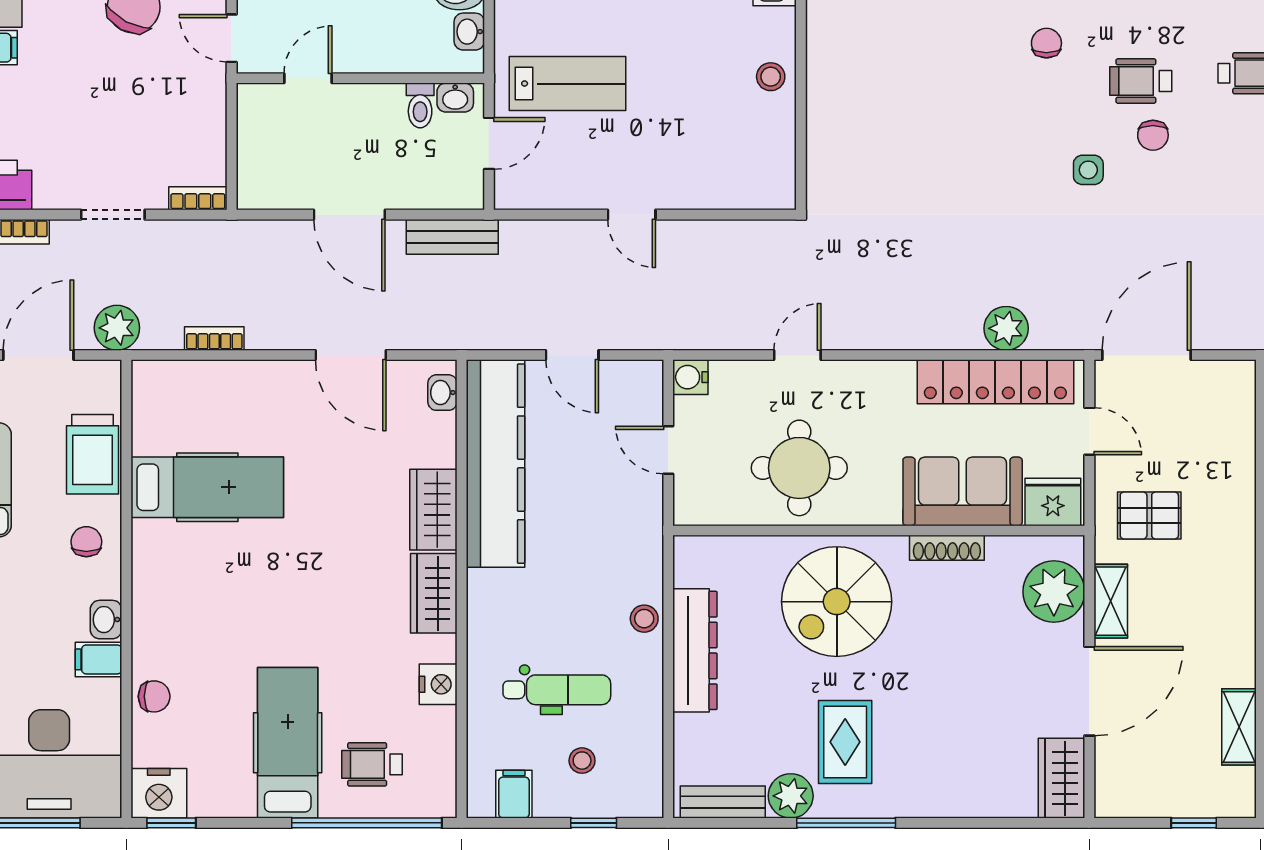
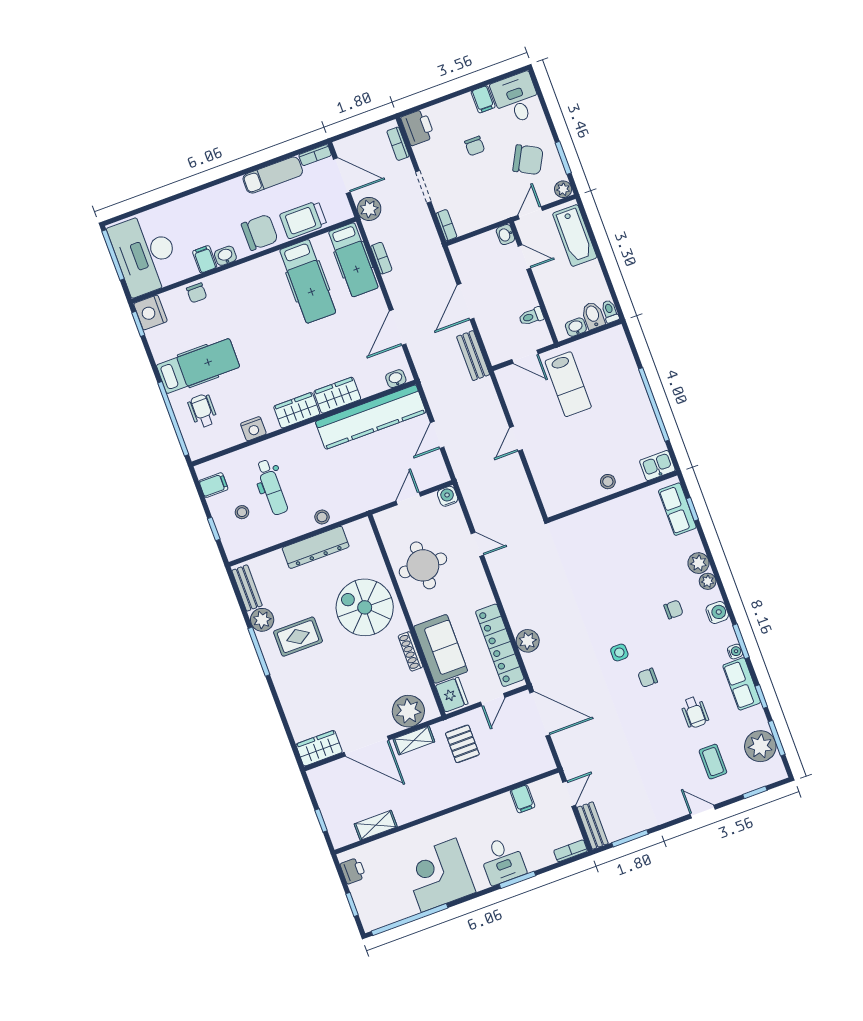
wheelchair: (1141, 81) -> (672, 662), removed
chair: (73, 94) -> (475, 146), added
washbasin: (455, 98) -> (505, 235), moved
hospital bed: (199, 390) -> (353, 260), added
chair: (86, 542) -> (260, 232), width x1.87, depth x1.87

